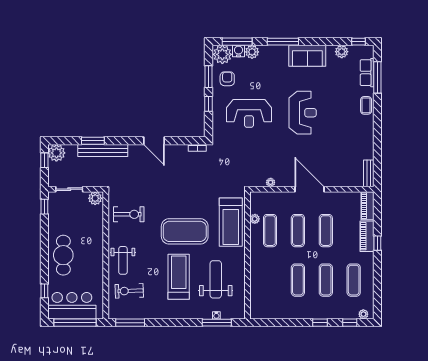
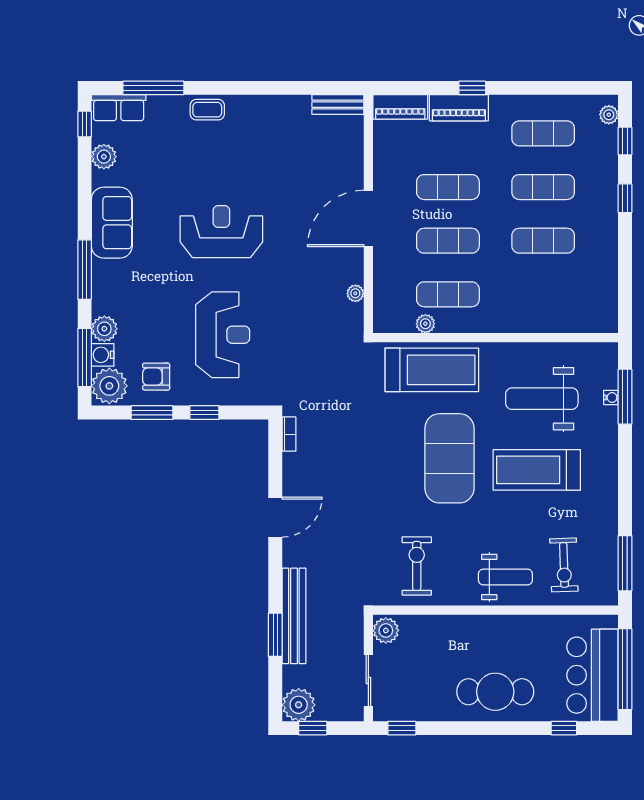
row of seats: (367, 73) -> (119, 108), moved

